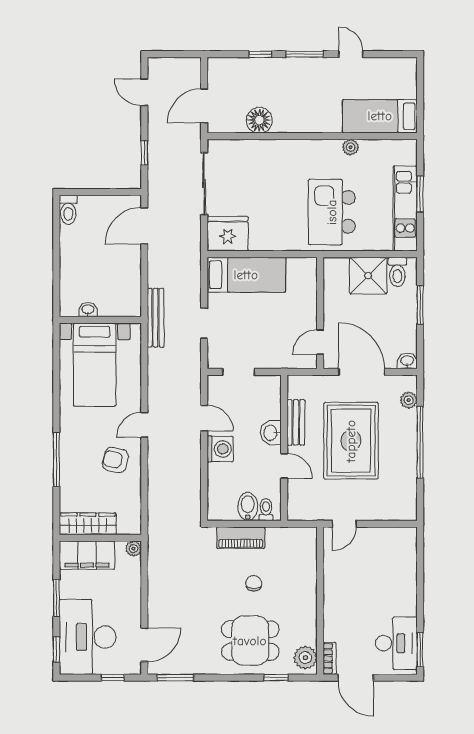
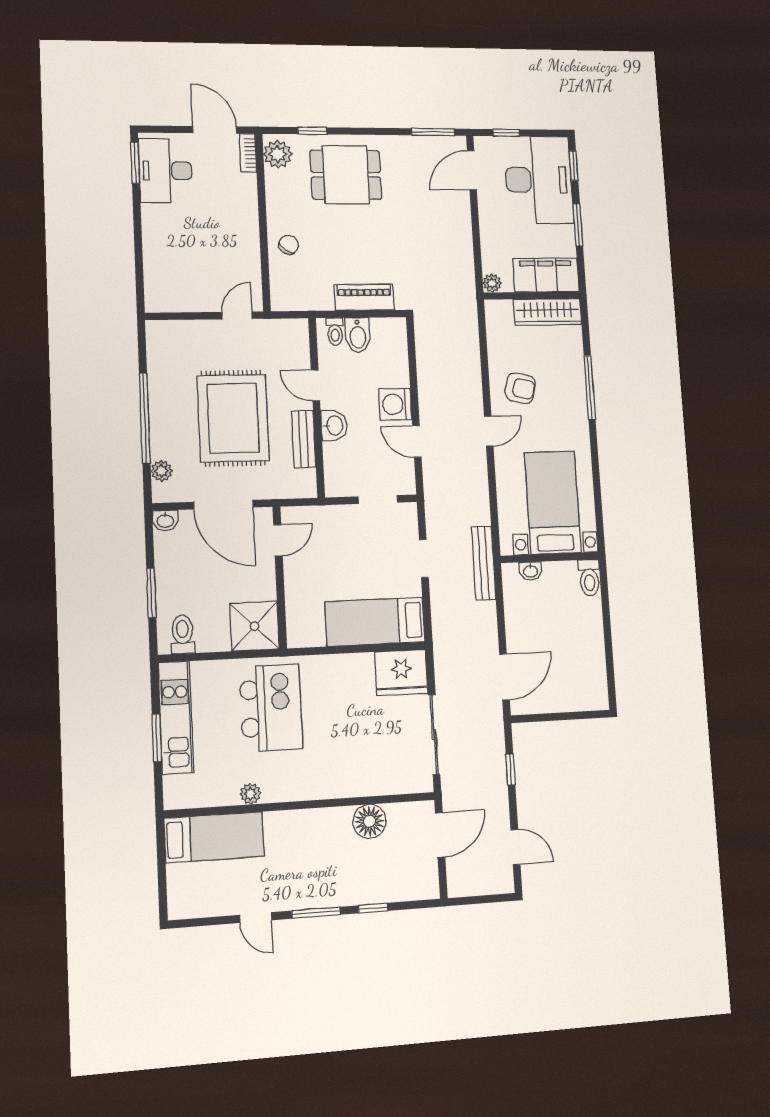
toilet: (68, 210) -> (589, 578), moved, turned 180
shower: (368, 276) -> (254, 626), moved
washbasin: (88, 310) -> (530, 571), moved
chair: (254, 583) -> (289, 245), moved, turned -144

